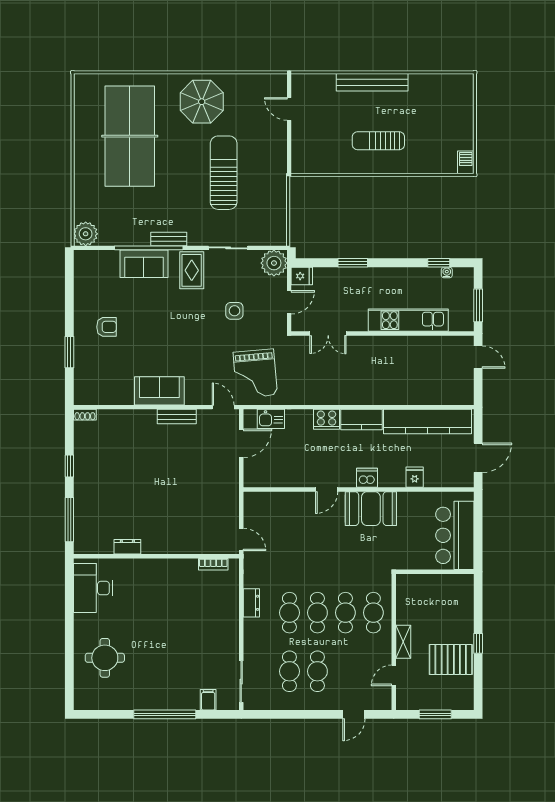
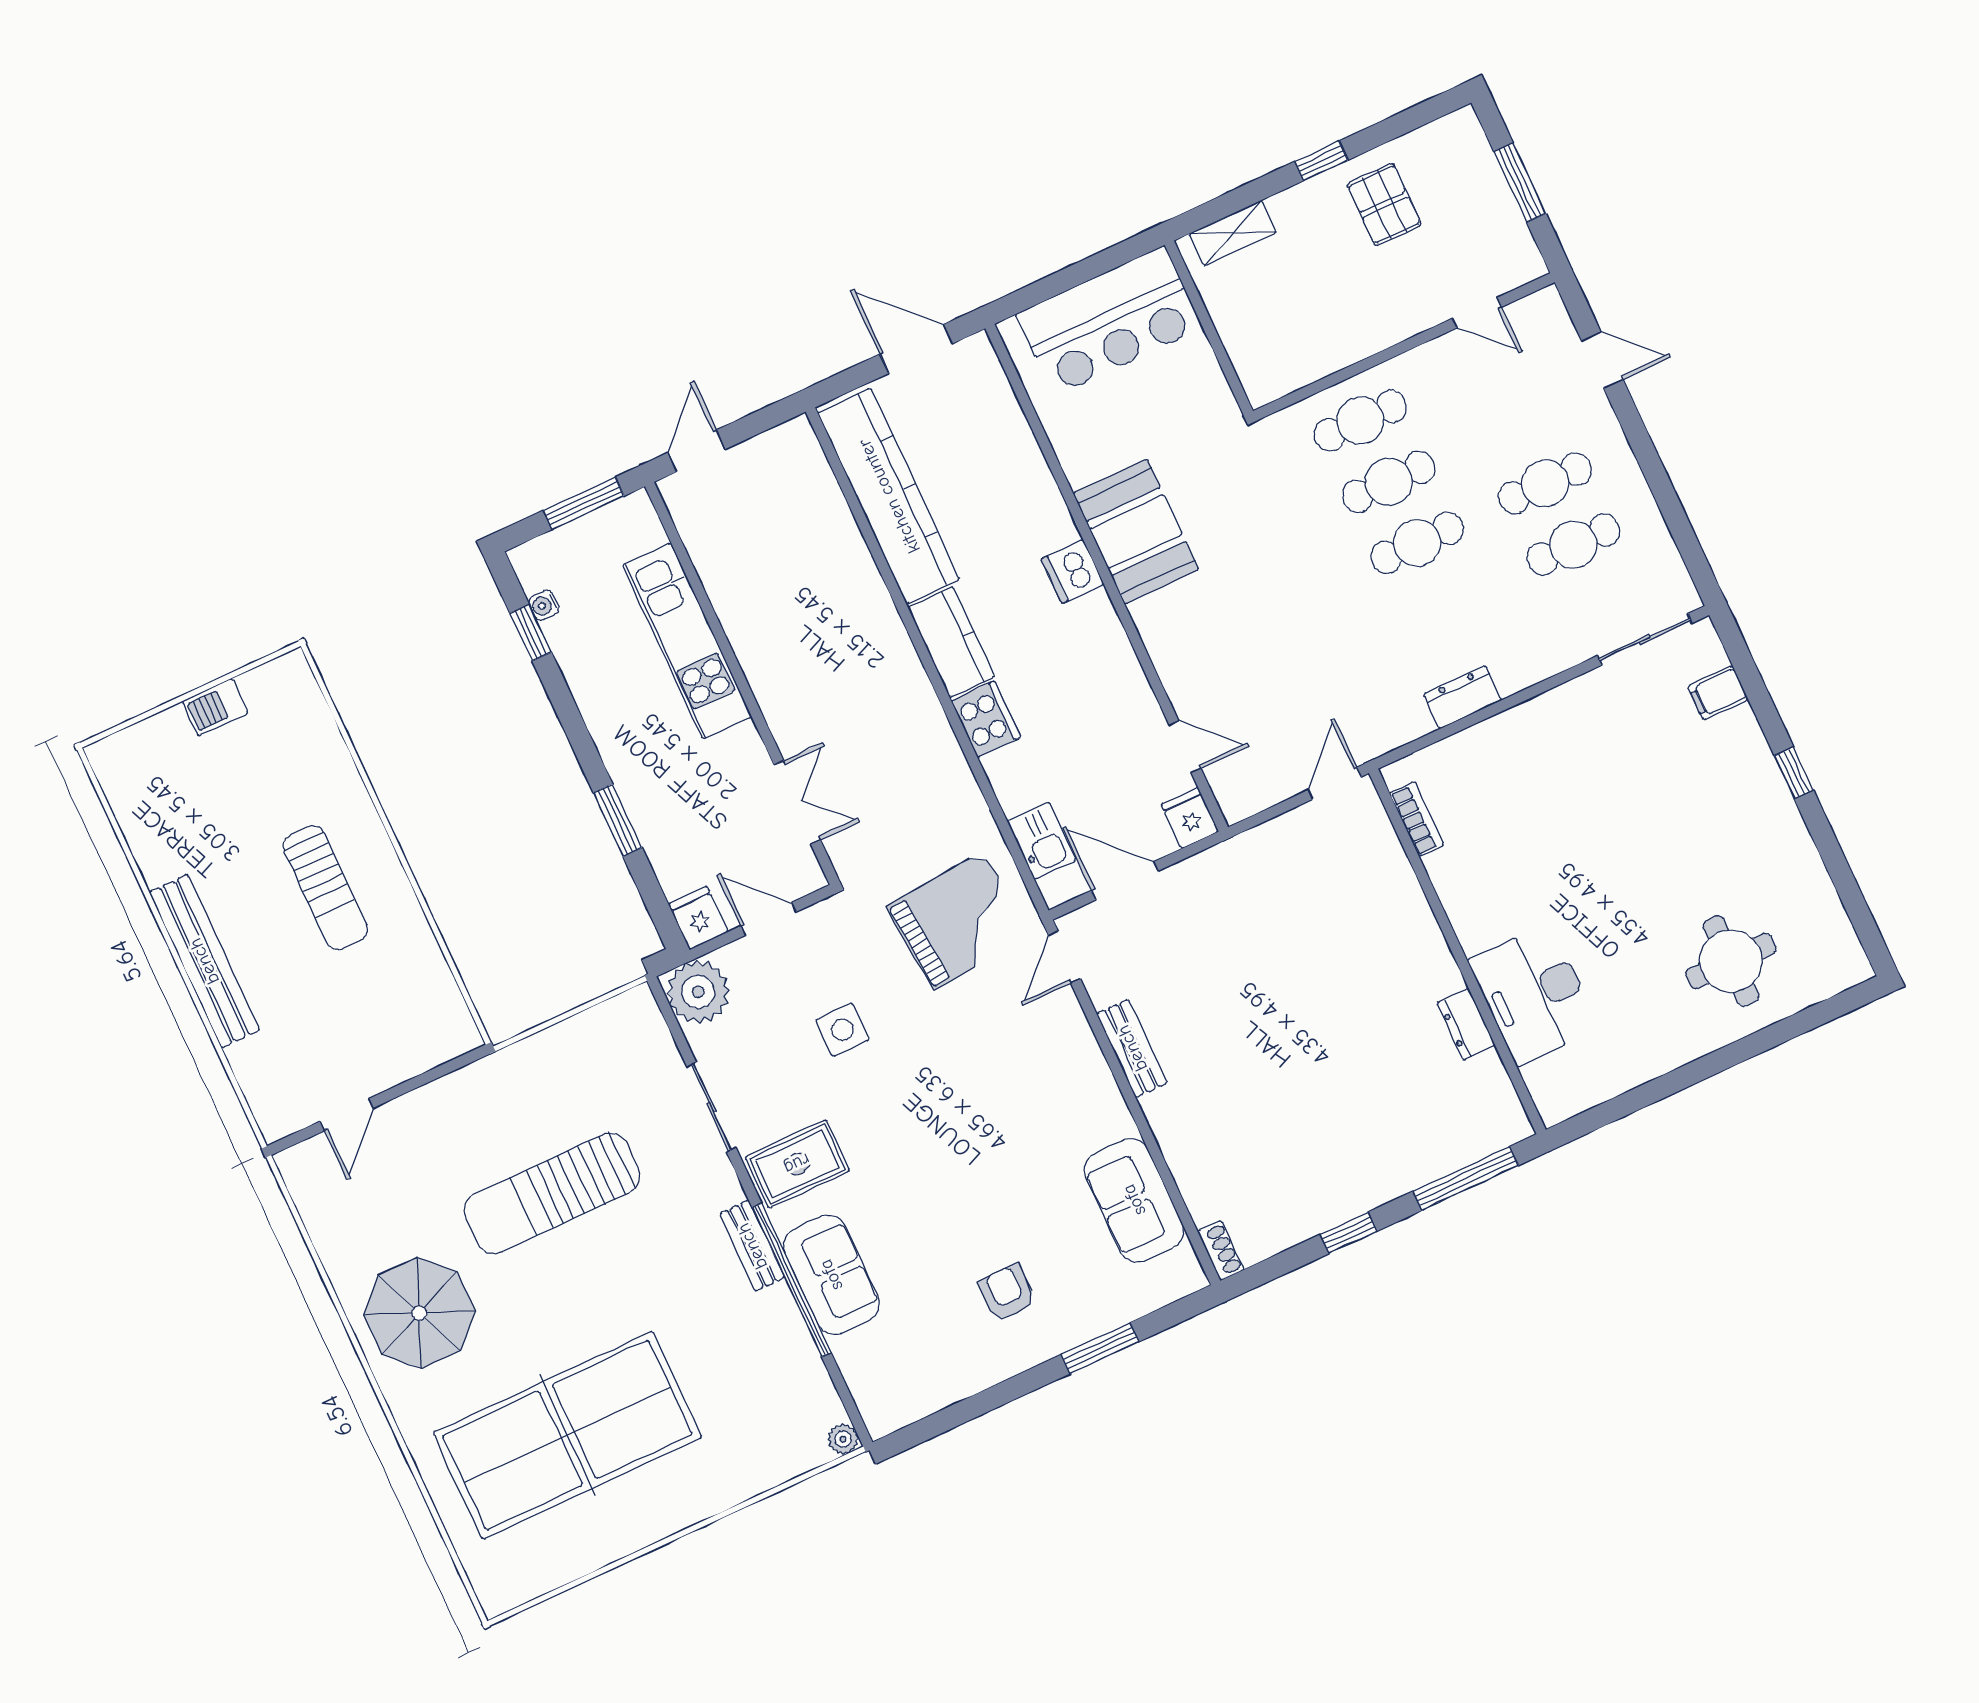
barbecue: (466, 162) -> (215, 707), moved
plant: (86, 234) -> (843, 1439), width x0.53, depth x0.53
sofa: (159, 391) -> (1134, 1200), moved
fridge: (415, 477) -> (1190, 818), moved, turned 90
door: (327, 489) -> (1185, 747), moved
desk: (93, 588) -> (1534, 994), moved, turned 90
cafe table: (289, 613) -> (1445, 604), removed
shelving: (403, 642) -> (1233, 233), moved
pallet: (451, 659) -> (1384, 205), width x0.67, depth x0.71
window: (165, 714) -> (1794, 773), width x0.32

